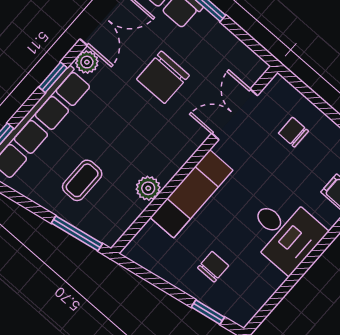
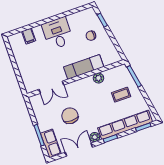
chair: (163, 77) -> (70, 116), turned -90
chair: (293, 132) -> (33, 68), removed

